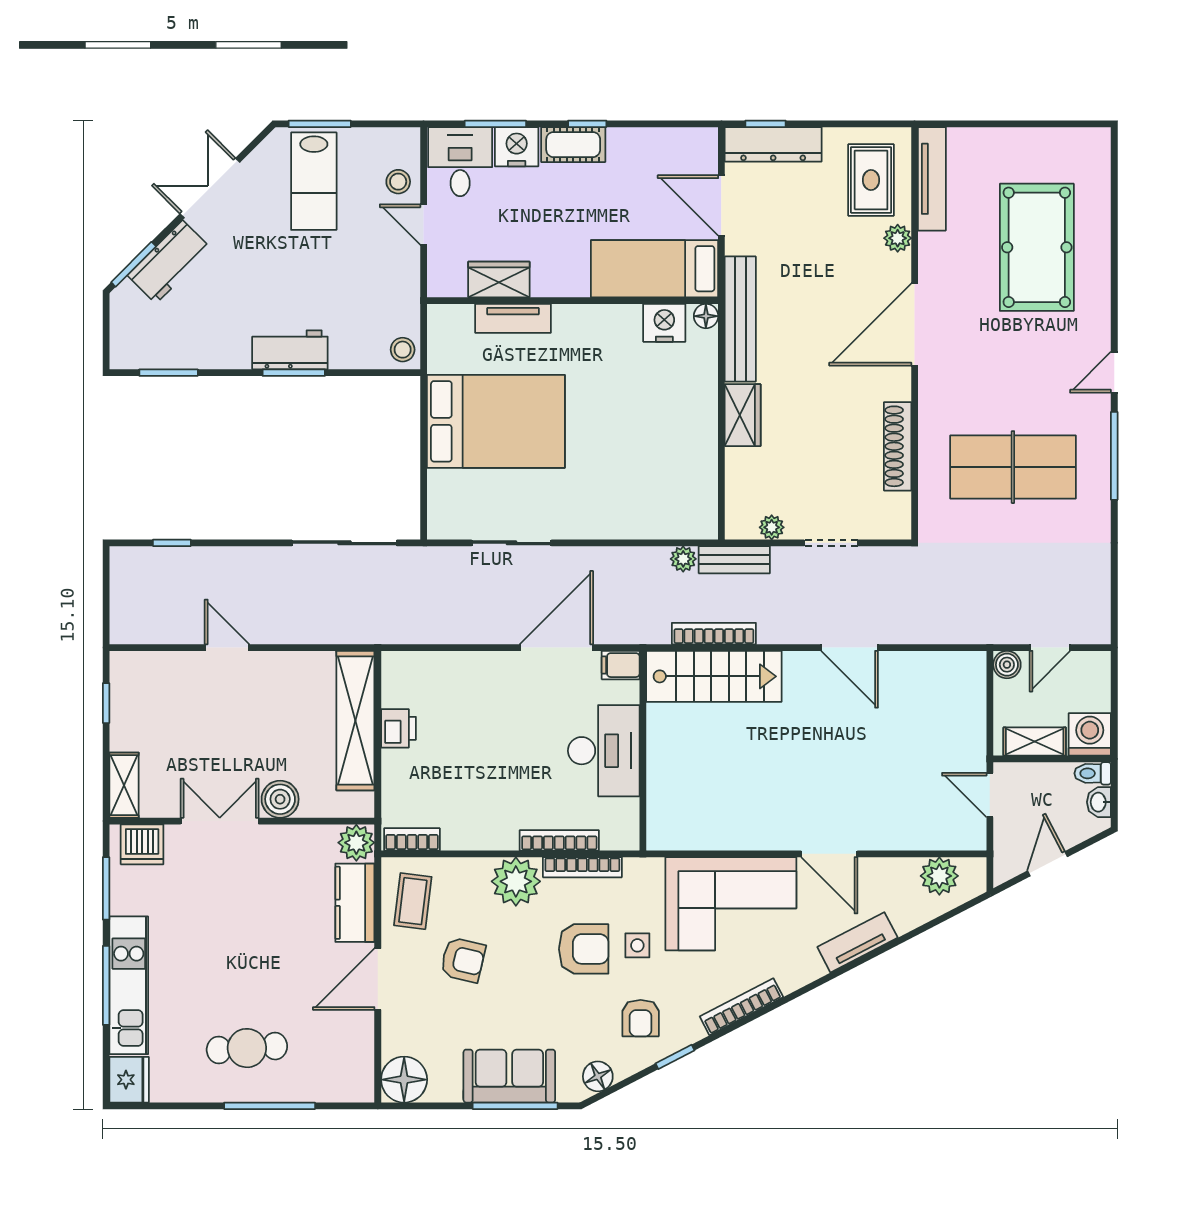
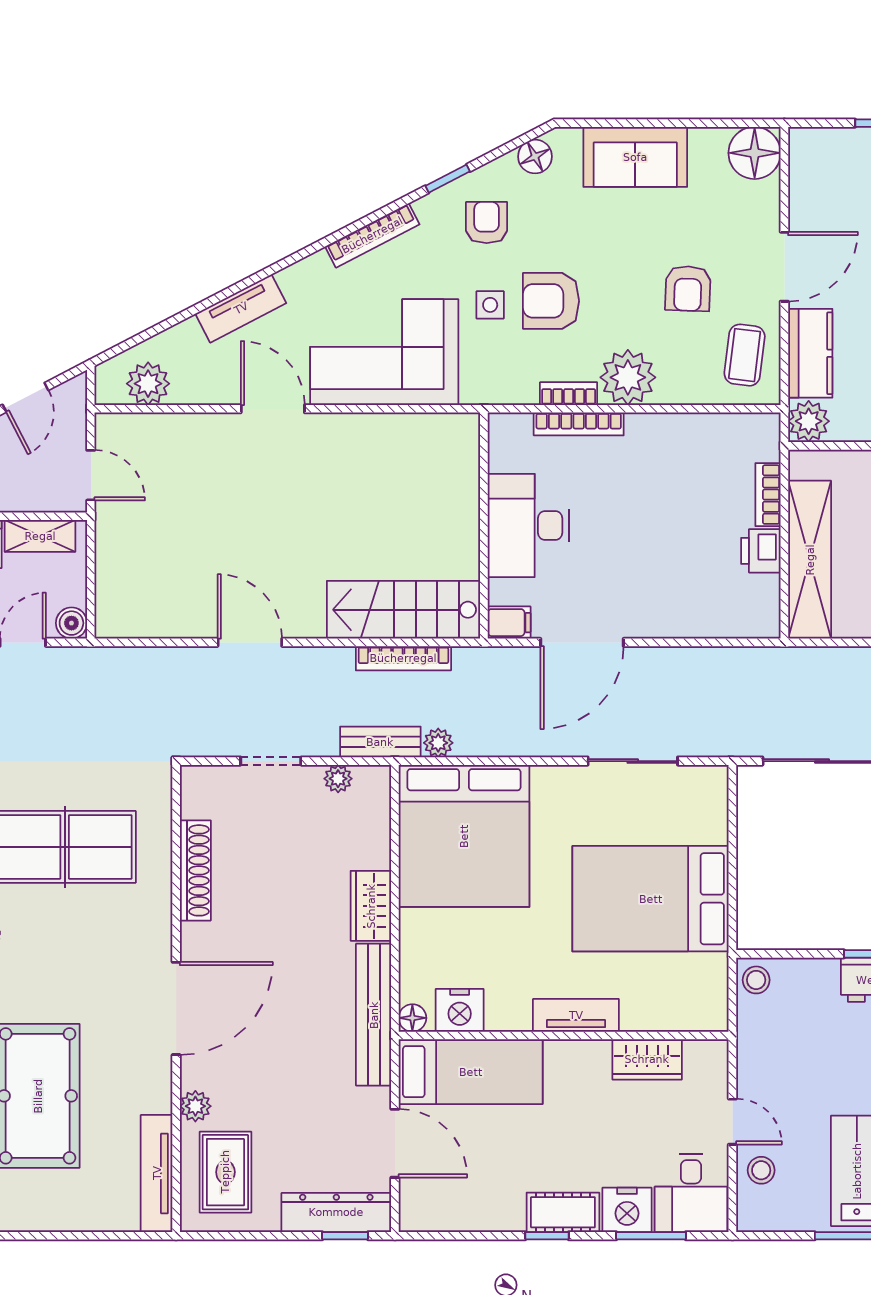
tv unit: (513, 318) -> (576, 1015), moved
bed: (660, 477) -> (464, 836), added
bookcase: (412, 839) -> (768, 495), moved, turned 90
bookcase: (582, 867) -> (569, 394), width x0.64
armchair: (463, 960) -> (688, 289), turned -101
window: (515, 1106) -> (629, 123), removed

